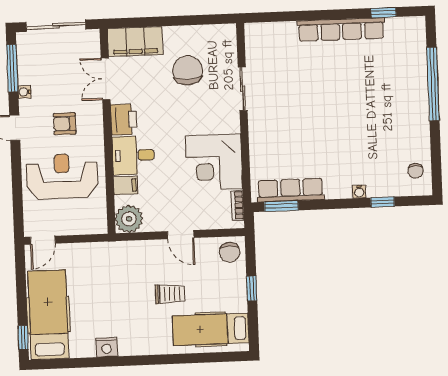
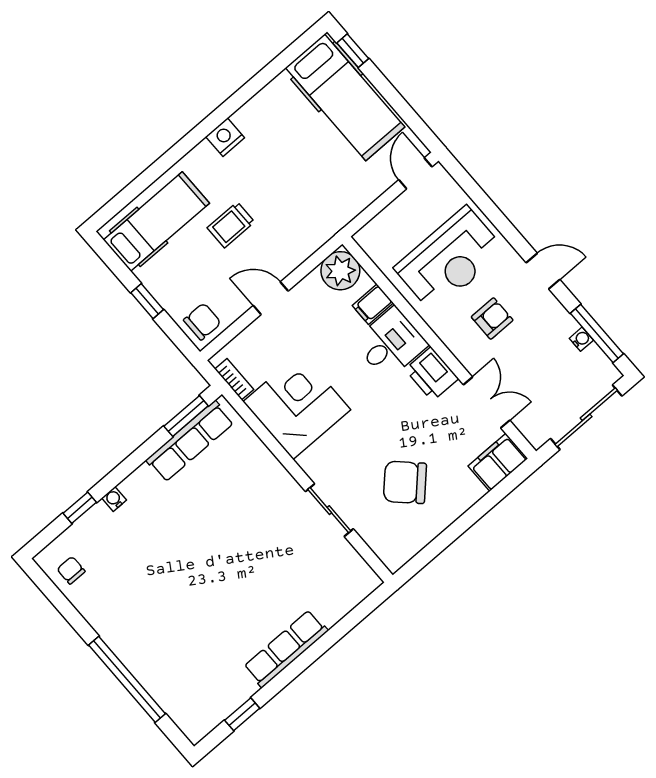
row of seats: (341, 29) -> (286, 649), width x0.73
filing cabinet: (135, 42) -> (498, 462), width x0.67, depth x0.86
chair: (188, 70) -> (405, 482), turned 134
water cooler: (24, 92) -> (581, 339), moved
chair: (230, 252) -> (202, 321), turned 90
nightstand: (107, 347) -> (225, 137), moved

